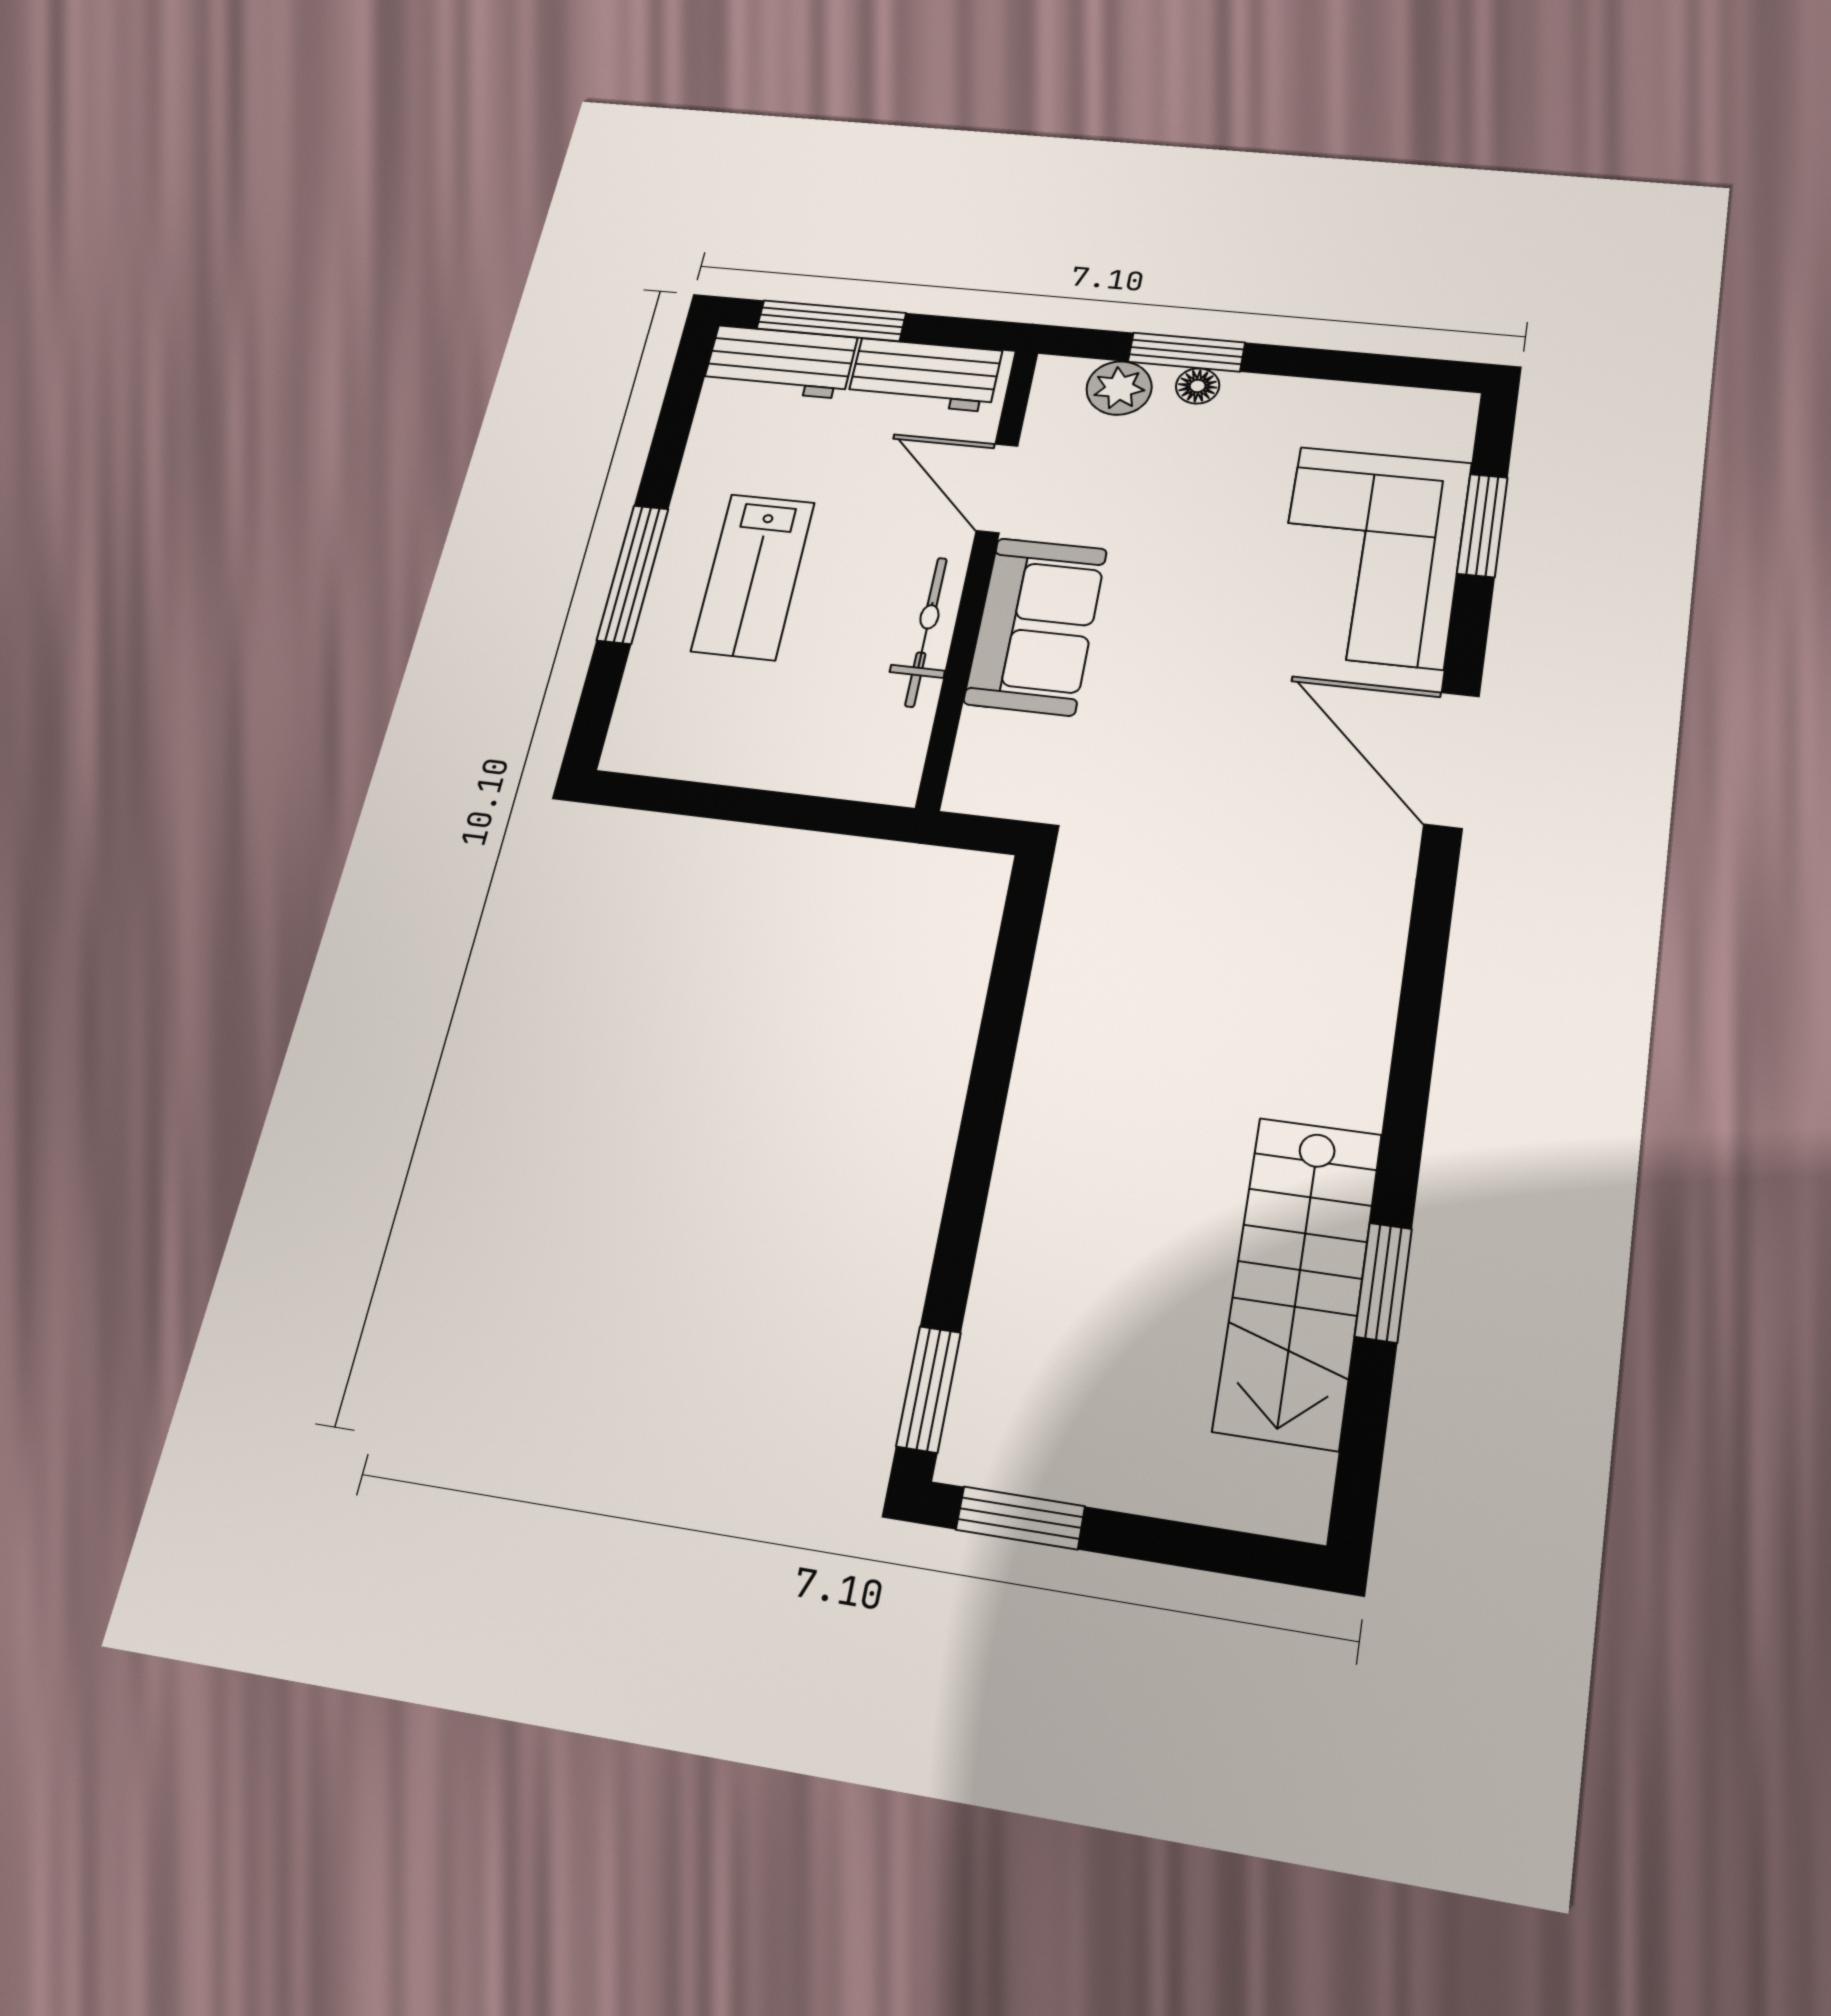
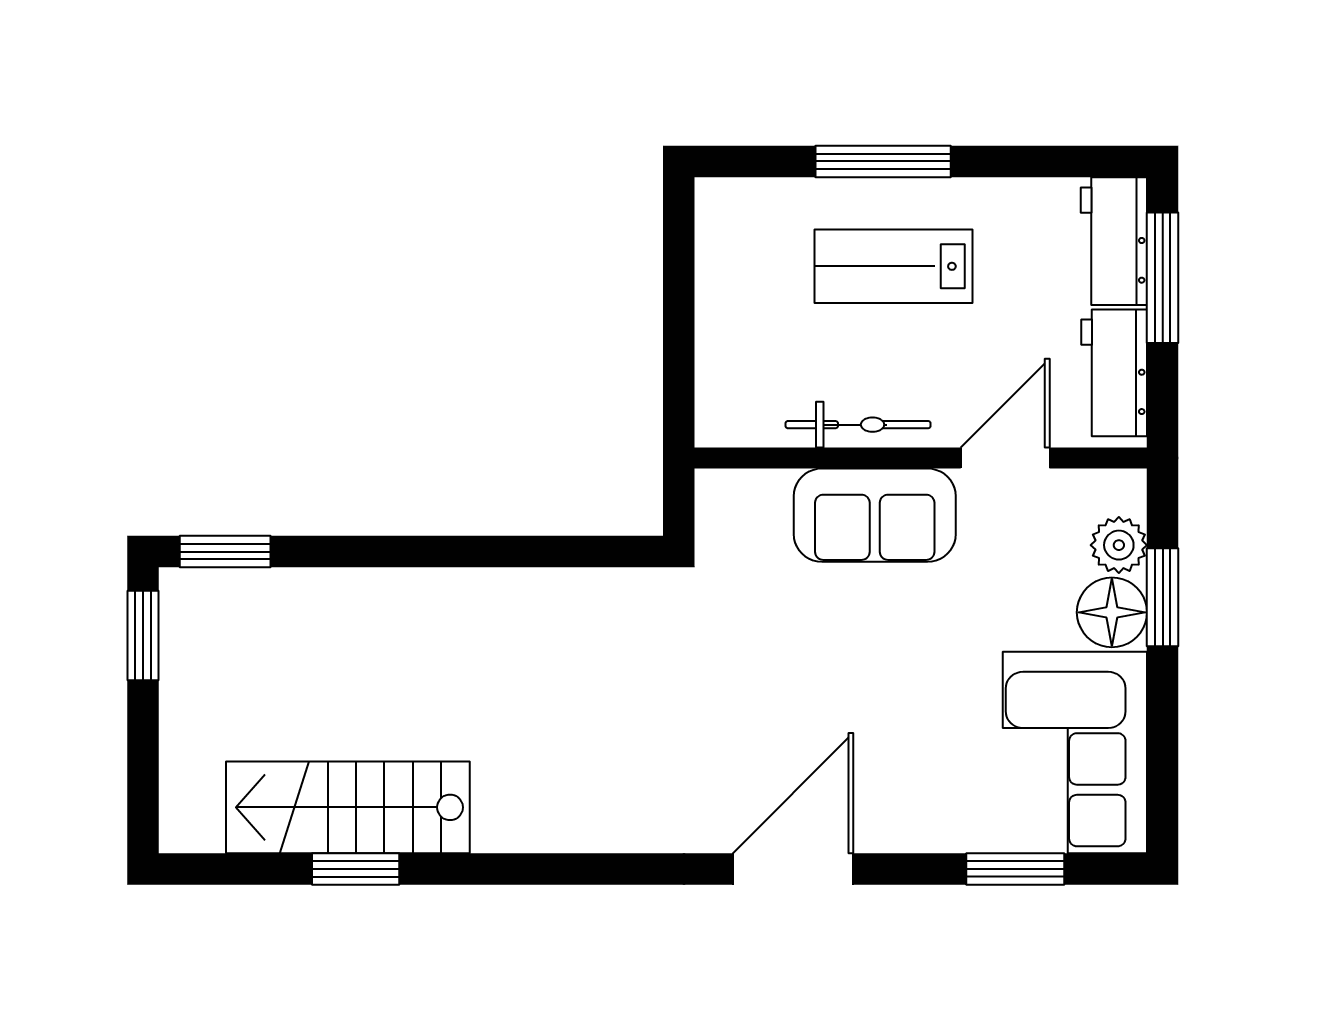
floor lamp: (1198, 386) -> (1112, 612), width x1.89, depth x1.89
corner sofa: (1371, 556) -> (1075, 752), moved, turned -90

